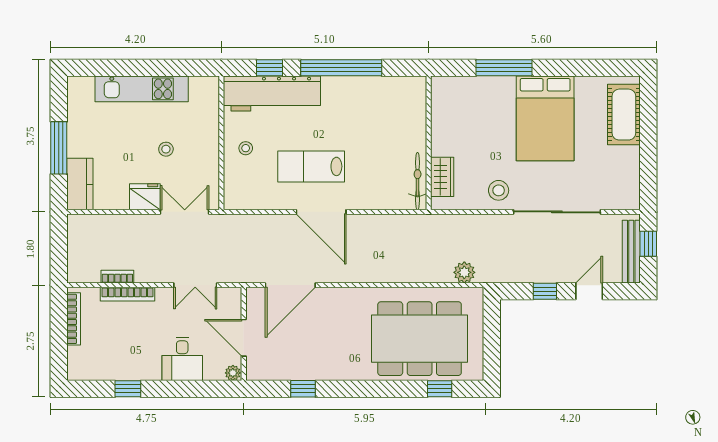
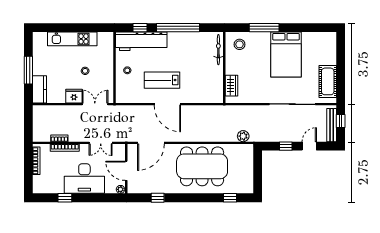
cot: (624, 115) -> (328, 81), moved
bicycle: (418, 181) -> (218, 50), moved
stool: (499, 190) -> (240, 44), moved
dining table: (420, 339) -> (202, 166), moved
desk: (182, 359) -> (84, 179), width x1.87, depth x1.30

